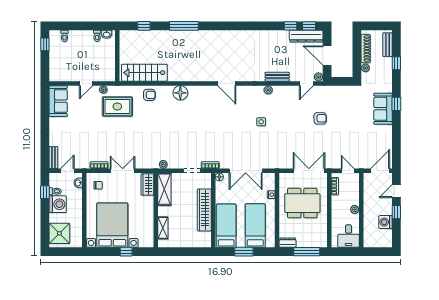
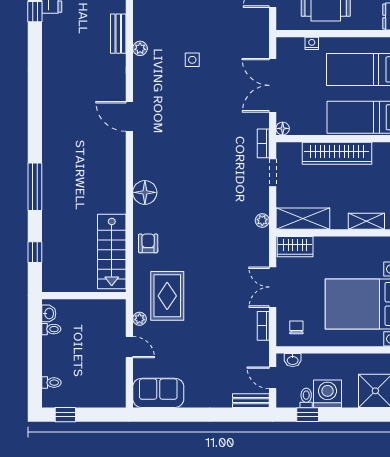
door: (227, 83) -> (129, 116), swing flipped
double door: (246, 171) -> (273, 85), swing flipped

